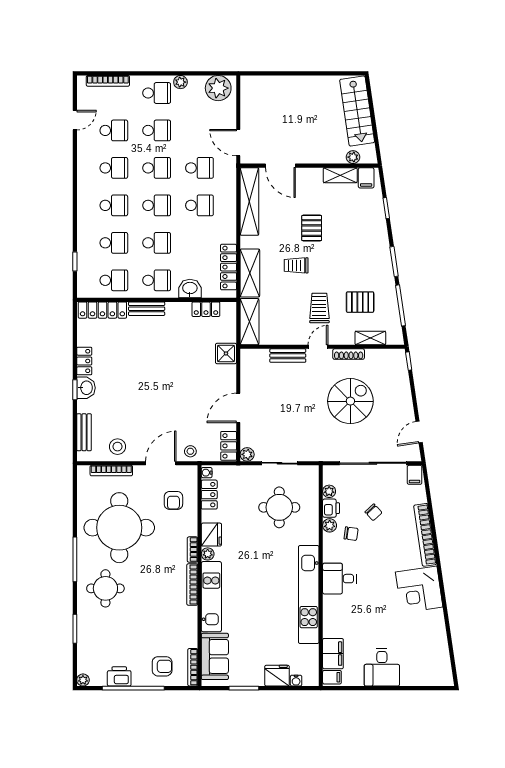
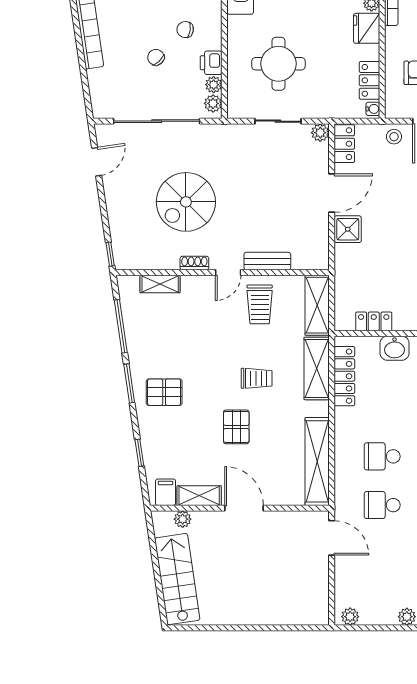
plant: (218, 88) -> (350, 617), width x0.53, depth x0.53
door: (280, 166) -> (244, 508), moved
pallet: (360, 302) -> (164, 392), moved
trolley: (319, 308) -> (260, 304), moved
shower: (226, 353) -> (348, 229), moved
shoe rack: (349, 354) -> (194, 263), width x0.70
filing cabinet: (415, 475) -> (103, 106), removed
plant: (330, 525) -> (213, 103), moved

